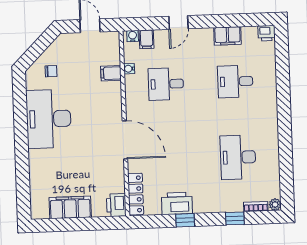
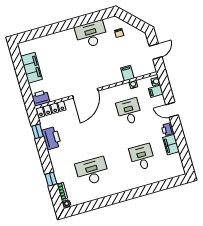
printer: (267, 33) -> (168, 129), moved
desk: (49, 119) -> (91, 34), width x0.73, depth x0.77
window: (185, 220) -> (37, 131), moved

